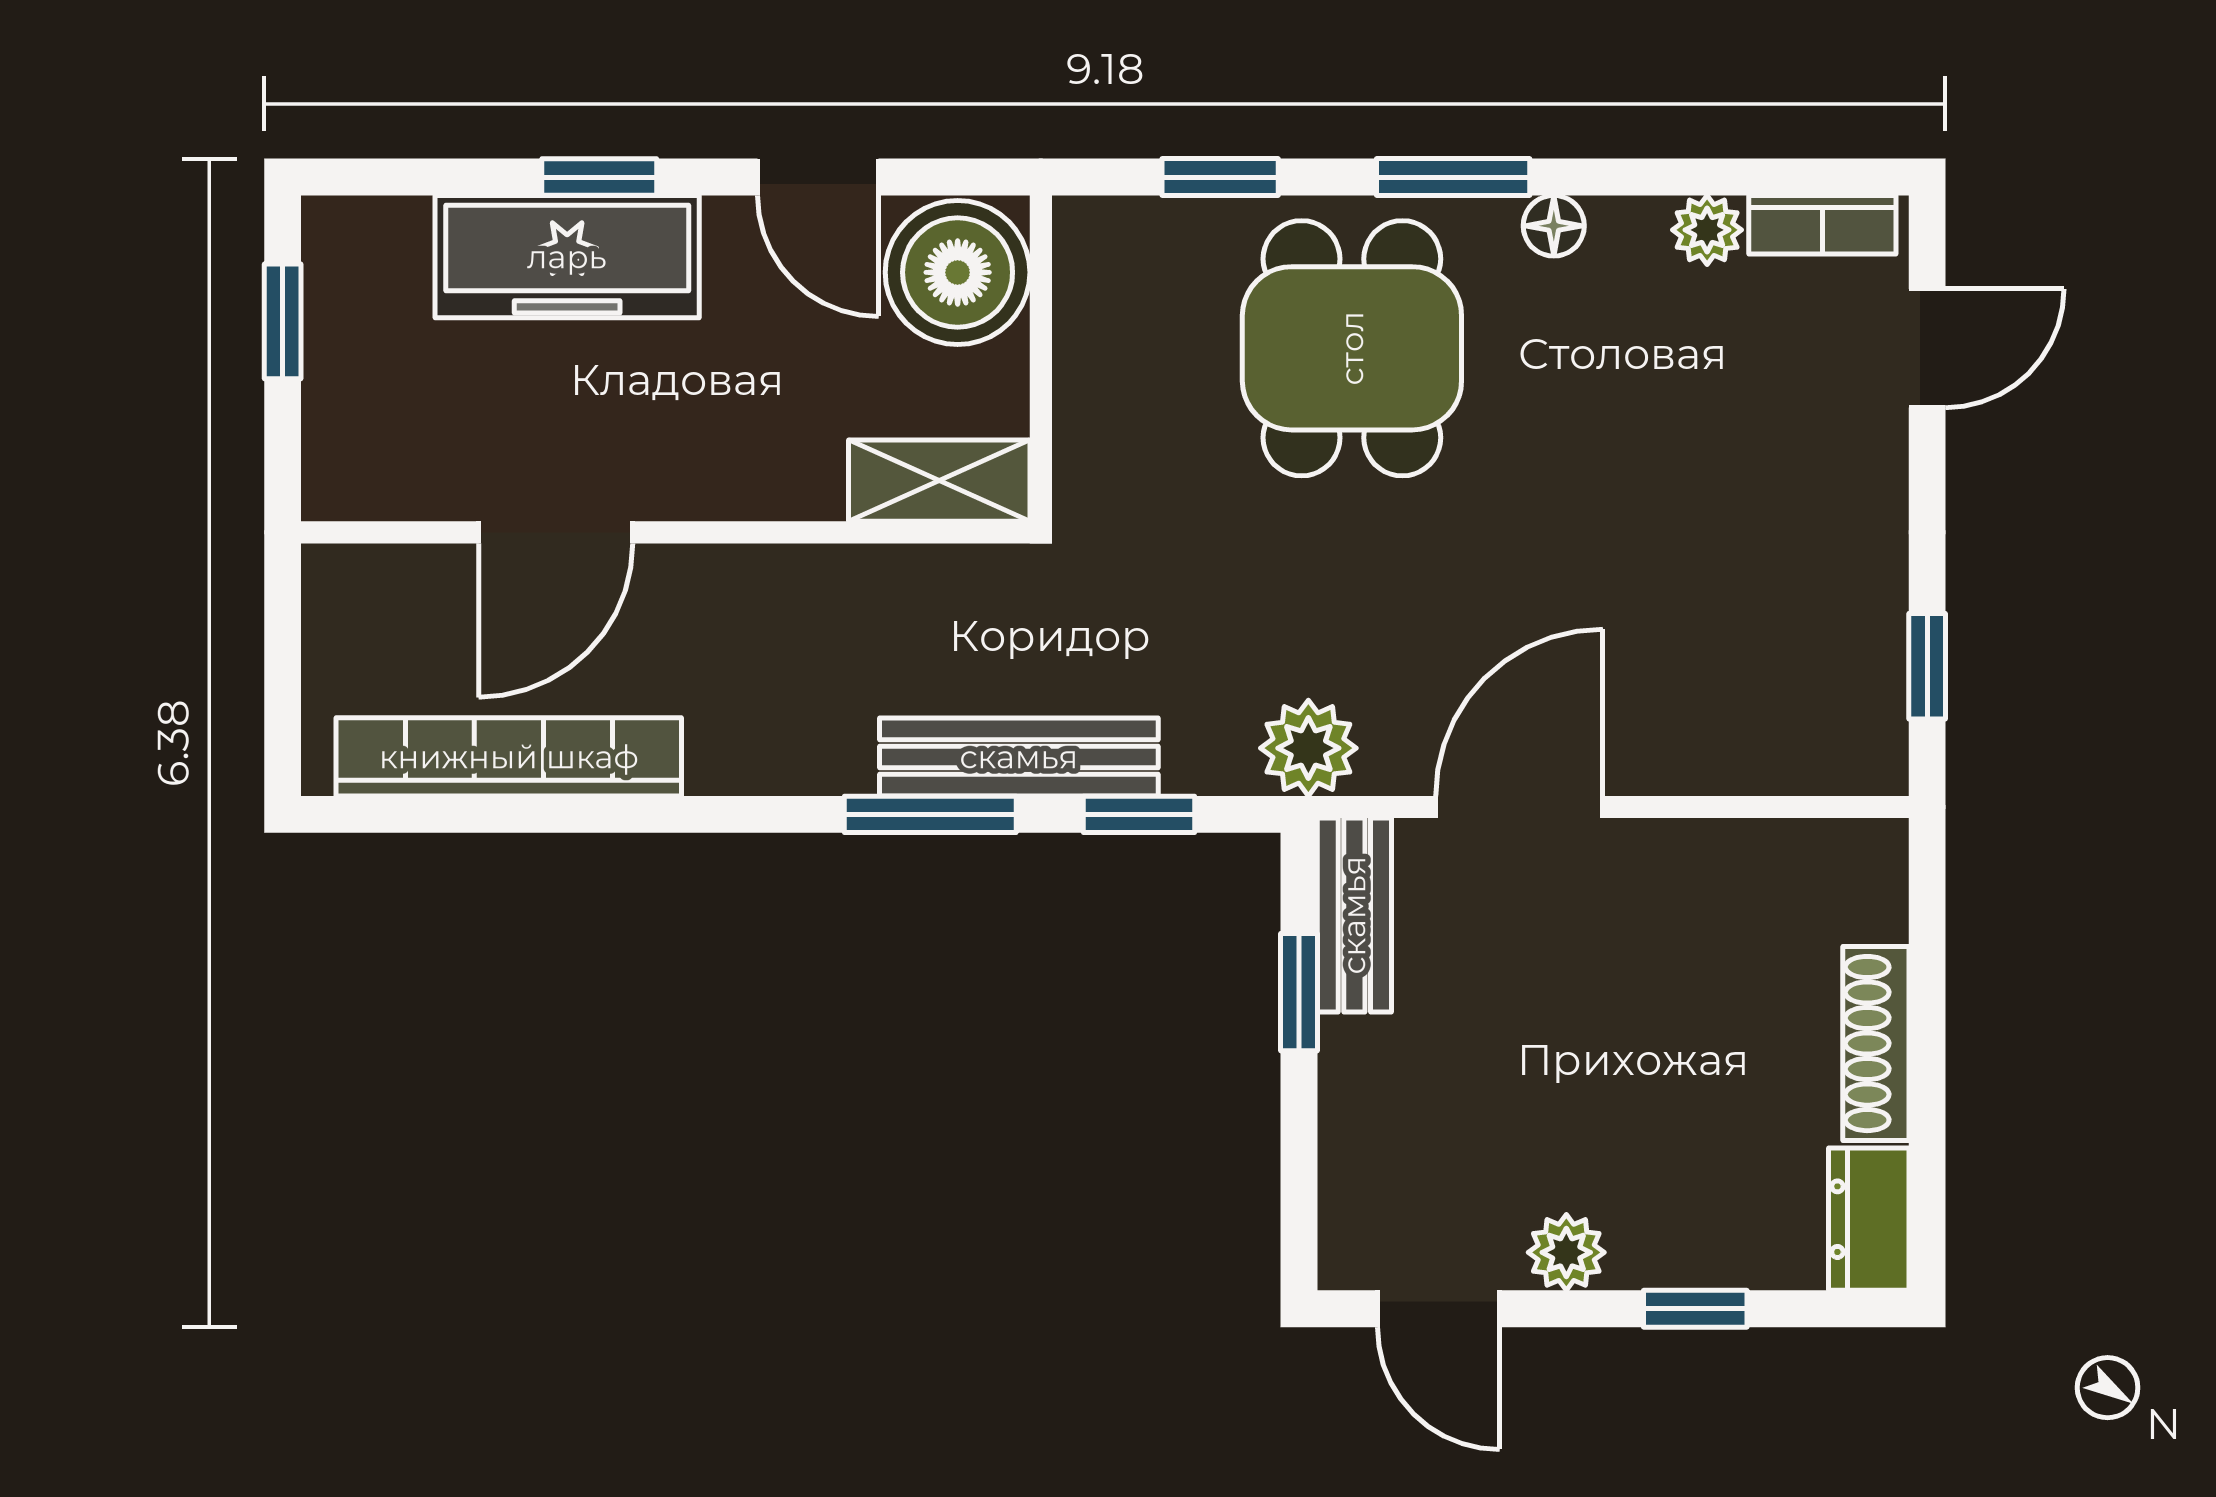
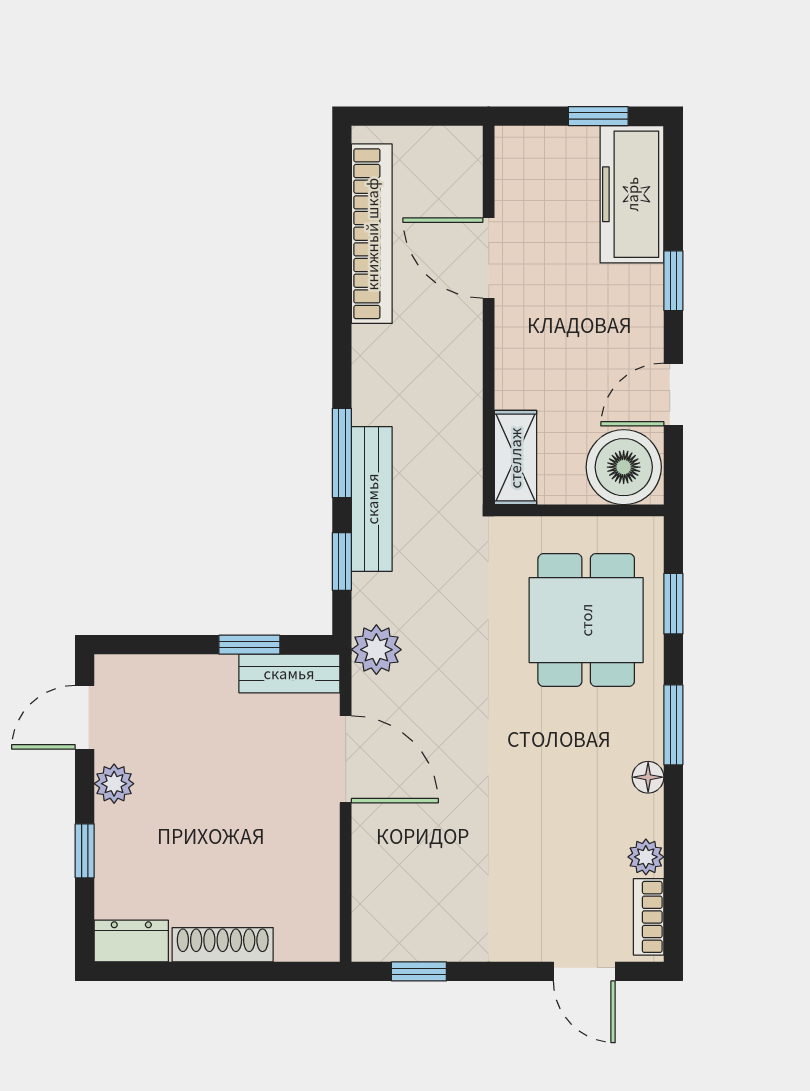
freezer: (567, 257) -> (632, 194), moved
dining table: (1352, 348) -> (586, 620), moved, turned 90

